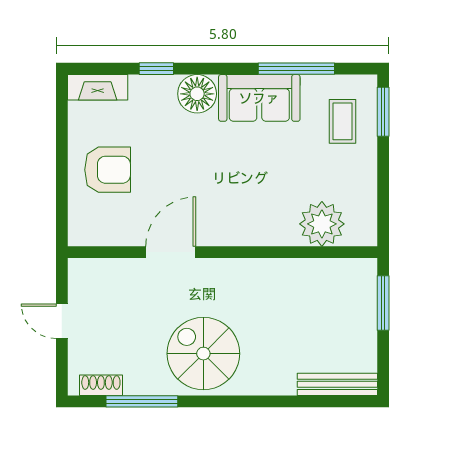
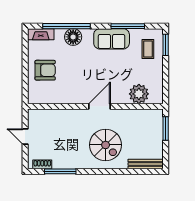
window: (156, 69) -> (66, 26), width x3.17
floor lamp: (197, 94) -> (73, 37), moved
door: (171, 252) -> (100, 106), moved
spiral stairs: (203, 354) -> (106, 145), moved, turned 180

